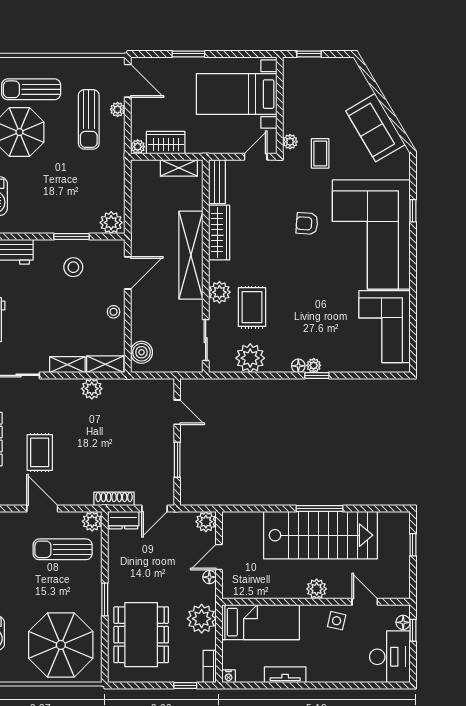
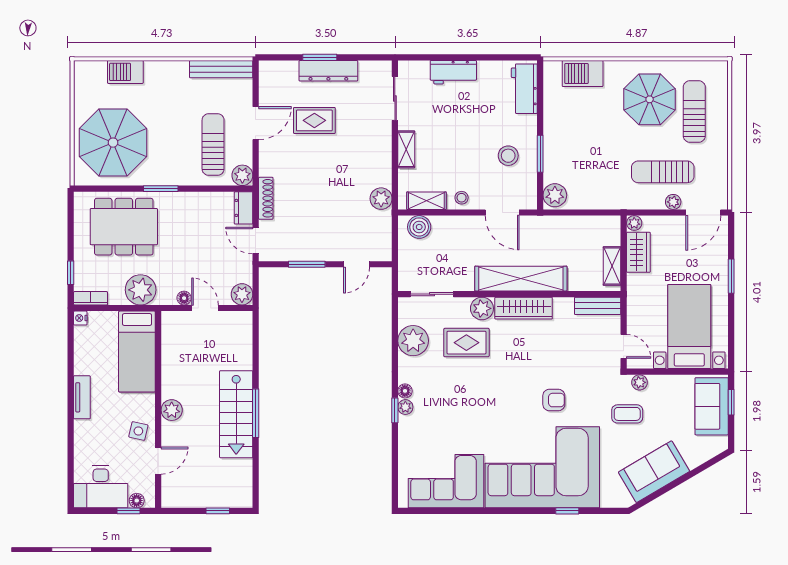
sofa: (313, 73) -> (712, 406), added
armchair: (307, 224) -> (554, 400), turned 86
wardrobe: (219, 233) -> (524, 308), moved
shelving: (105, 364) -> (426, 201), moved, turned 90
plant: (92, 389) -> (381, 199), moved
stairs: (321, 535) -> (236, 414), width x0.73, depth x0.66
tv unit: (285, 675) -> (82, 397), moved

